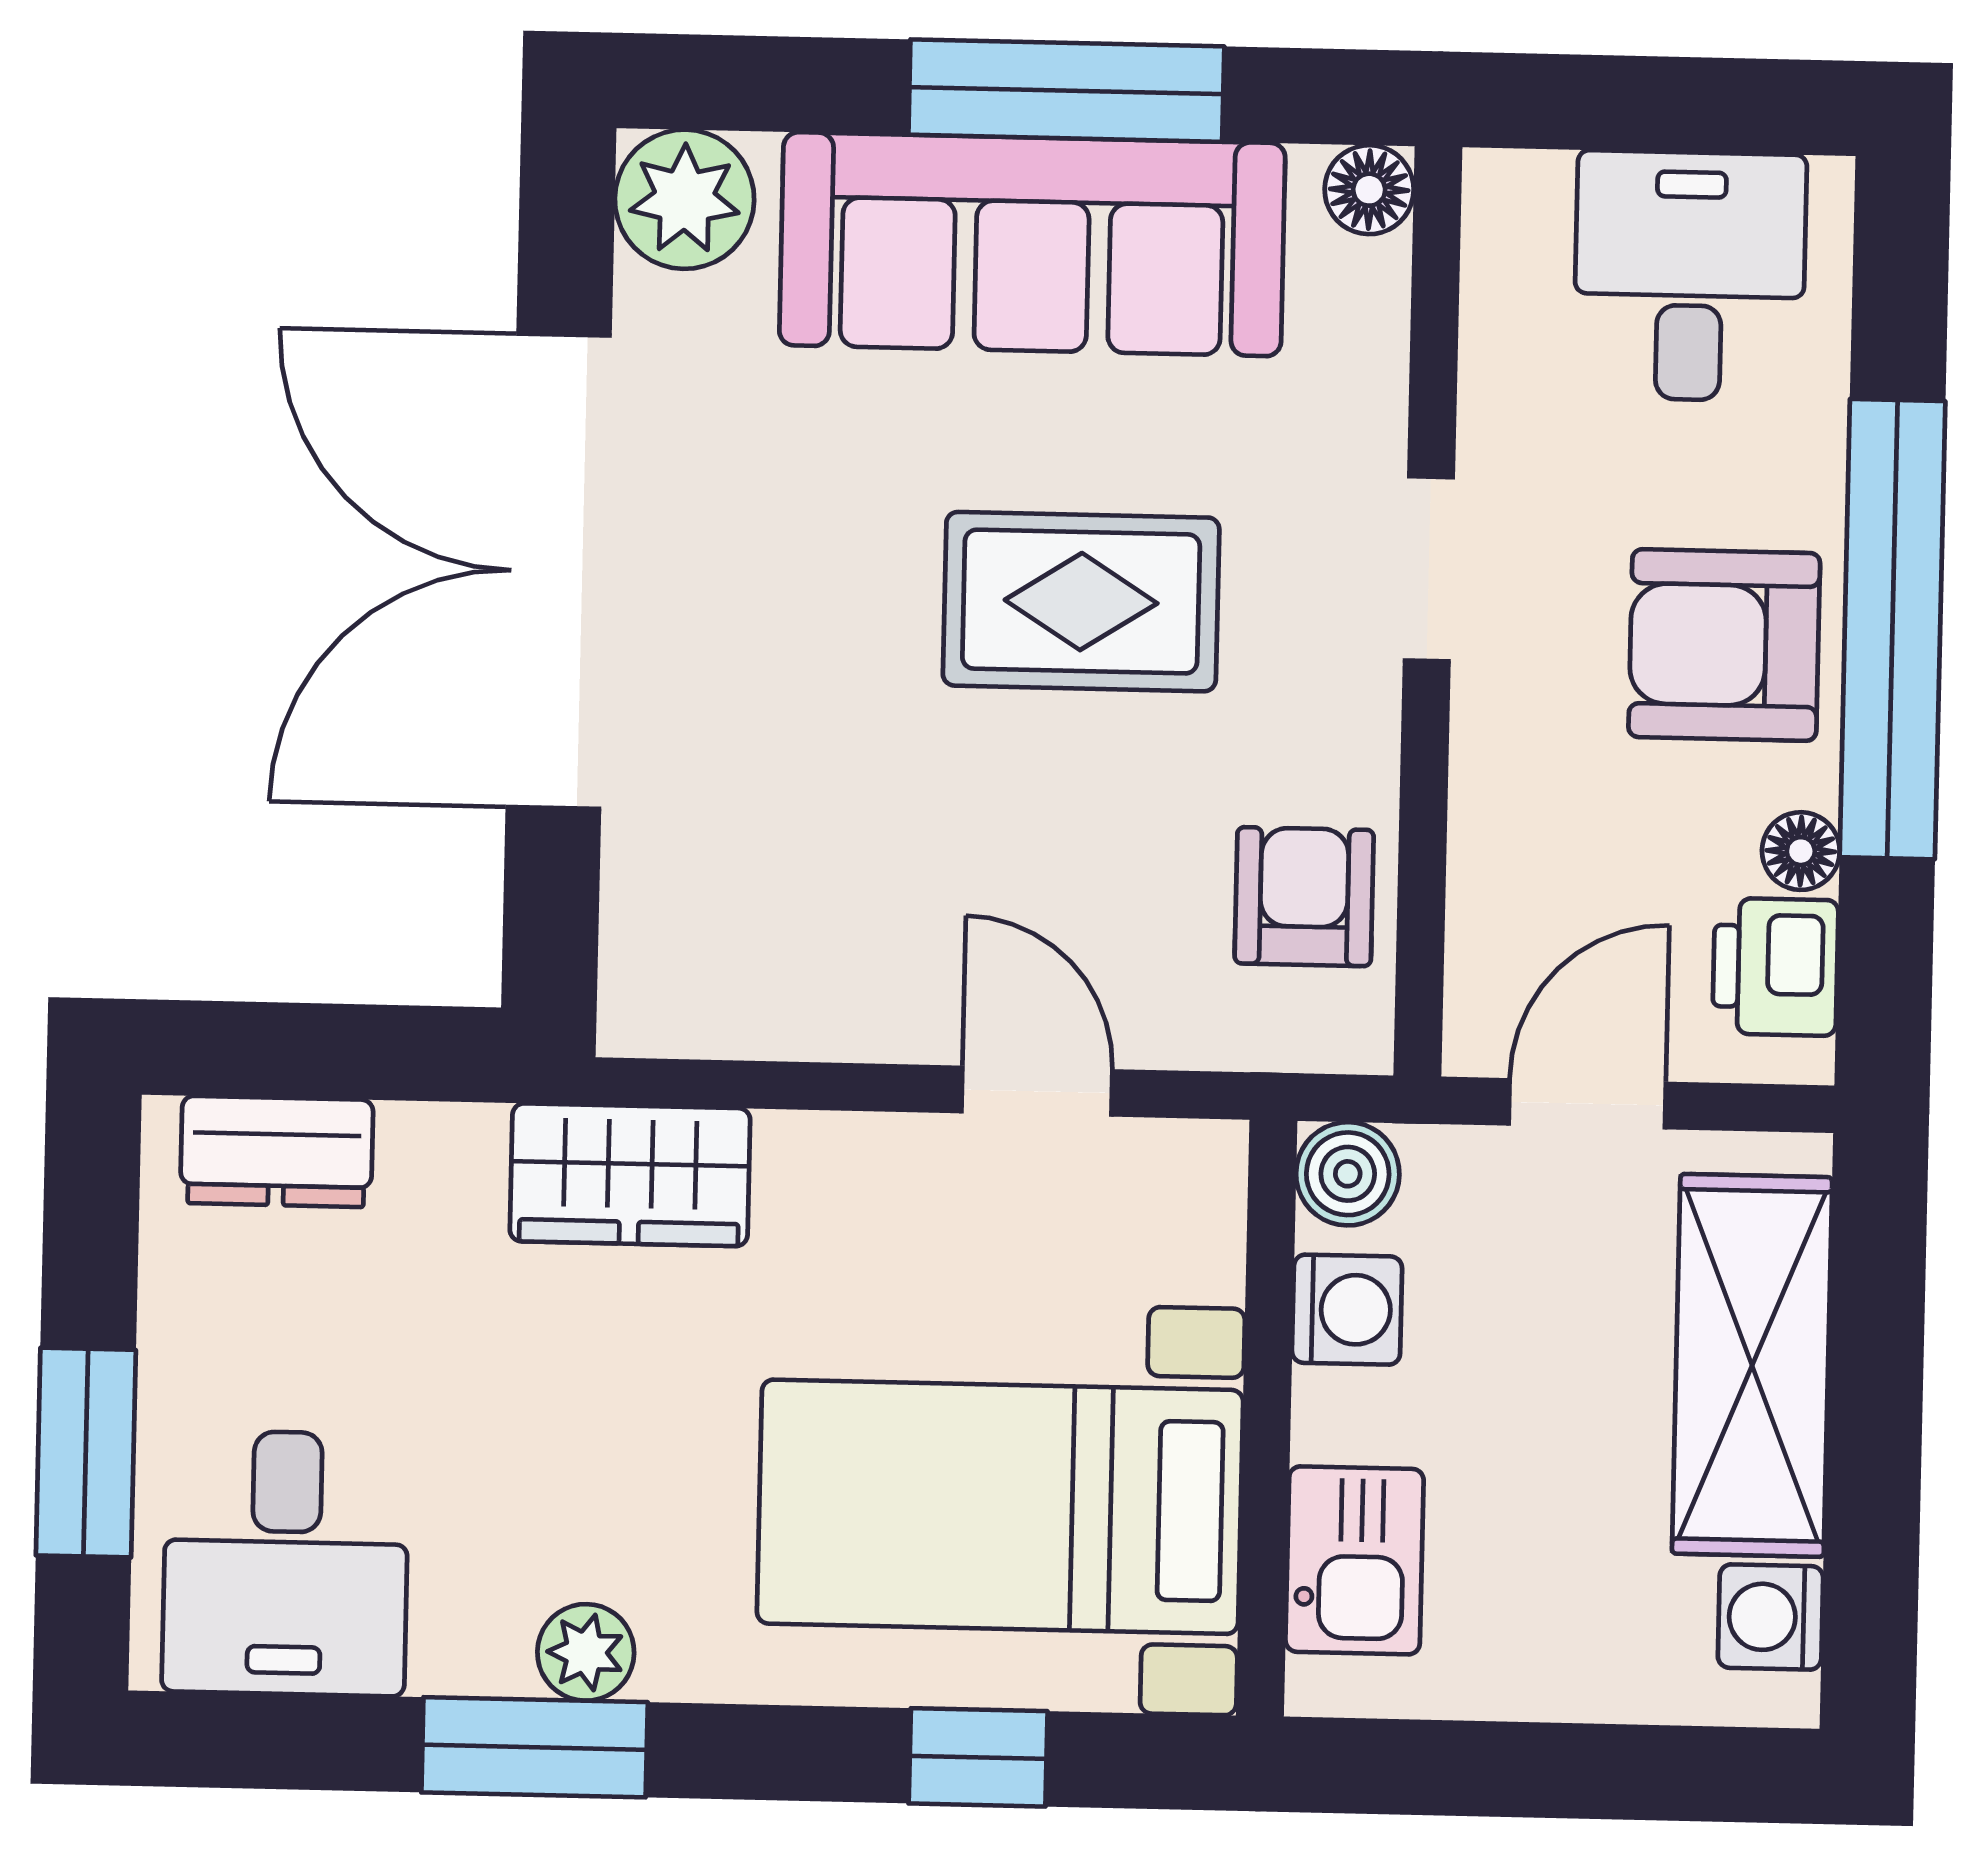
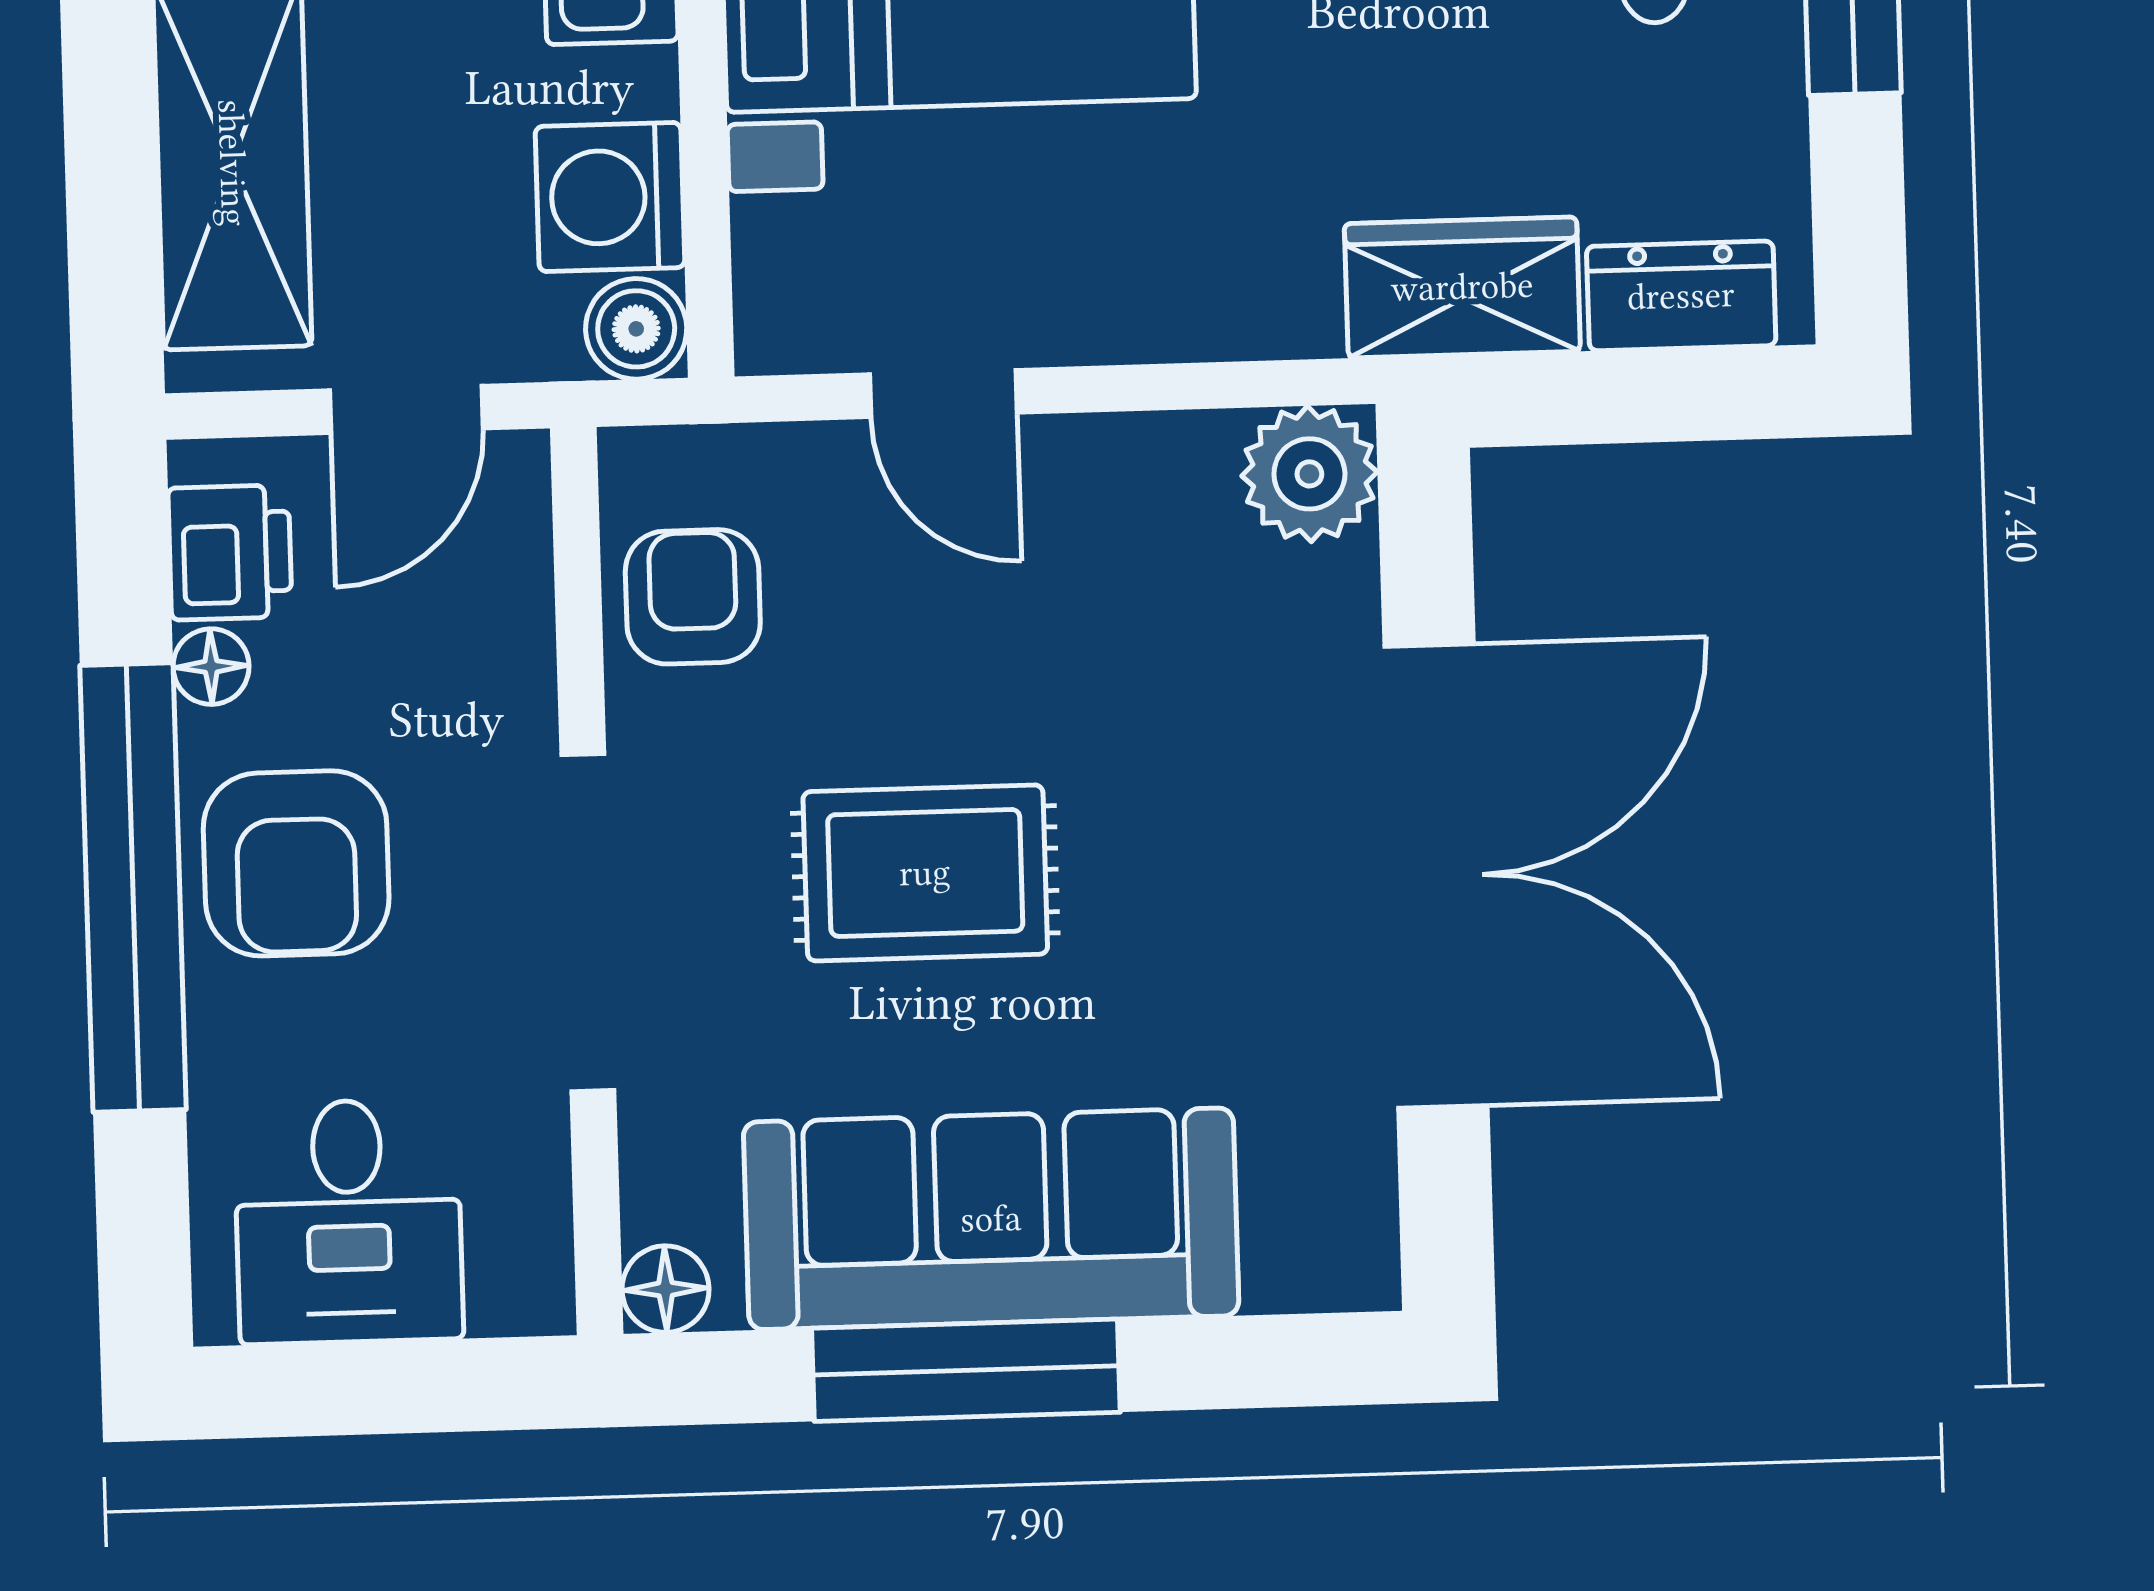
plant: (685, 199) -> (1309, 474), moved
doorway: (1429, 569) -> (588, 923), width x1.88
armchair: (1724, 645) -> (296, 863), turned 90
armchair: (1304, 897) -> (693, 597), turned 180
wardrobe: (630, 1175) -> (1462, 287), moved
washing machine: (1347, 1310) -> (610, 197), width x1.38, depth x1.38

